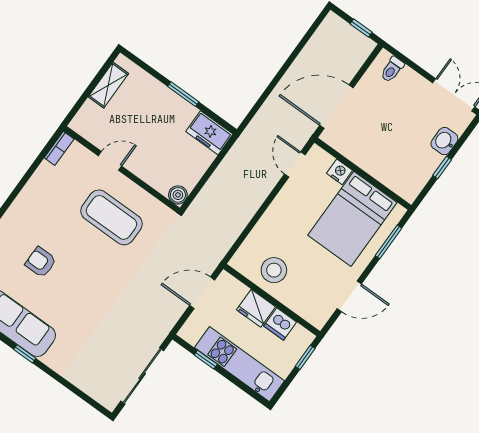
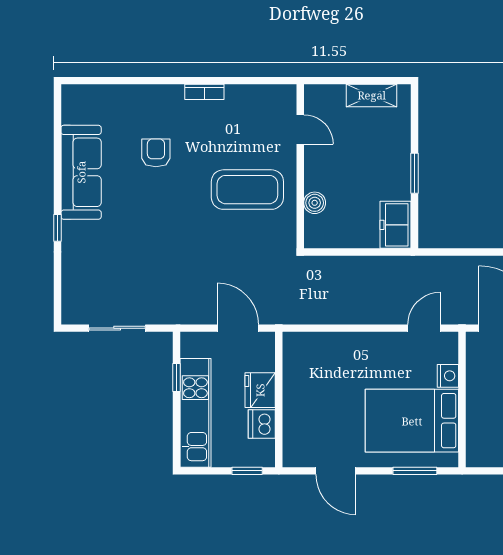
bookcase: (59, 148) -> (204, 92), moved
door: (110, 161) -> (300, 129), moved
boiler: (178, 195) -> (315, 203), moved
coffee table: (111, 217) -> (247, 190), turned 90
stool: (274, 270) -> (309, 381), removed
window: (25, 354) -> (57, 228), moved
sliding door: (142, 376) -> (117, 328), width x0.73

